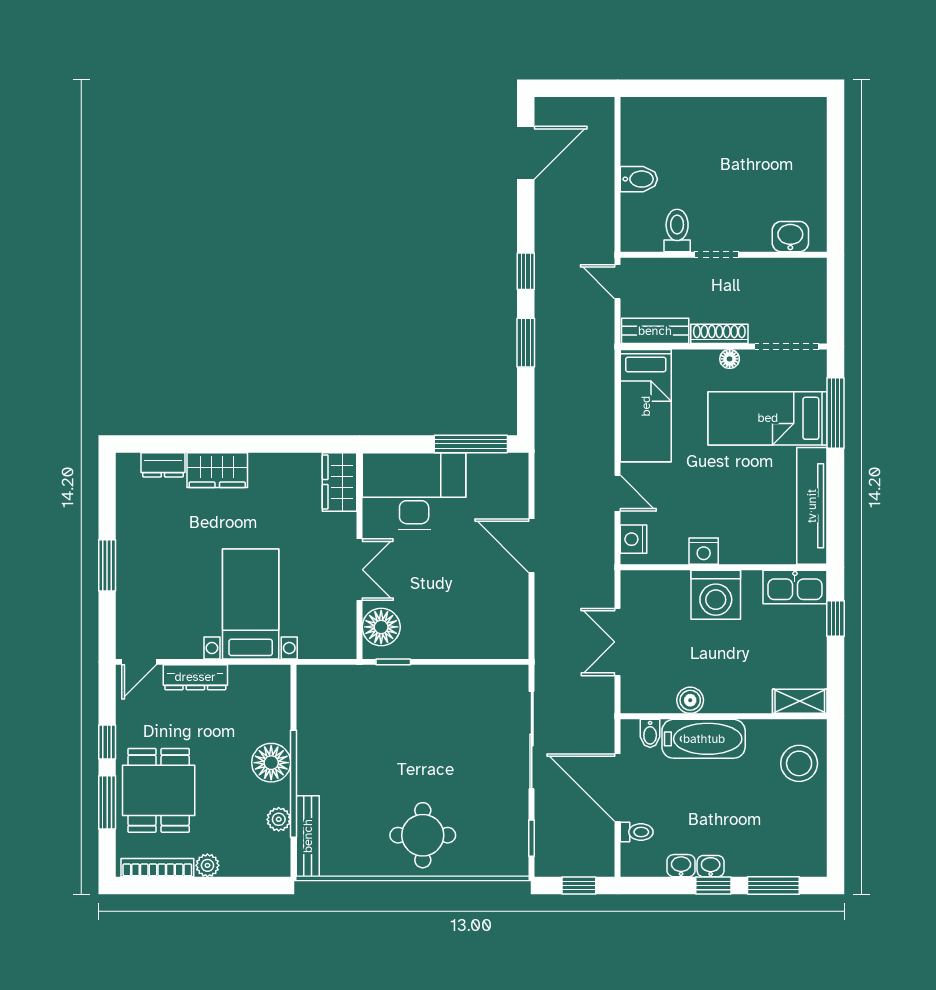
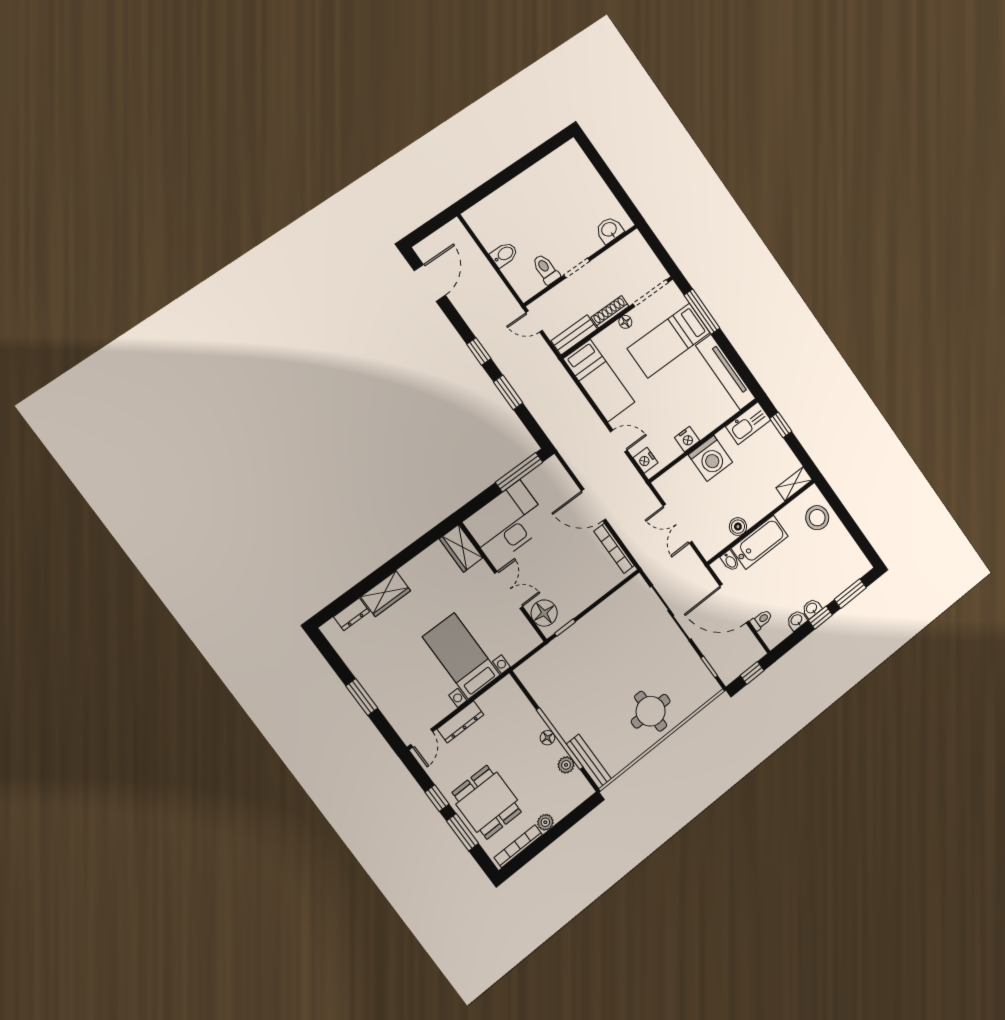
bookcase: (519, 614) -> (614, 548), added
floor lamp: (271, 763) -> (547, 738), width x0.53, depth x0.53

